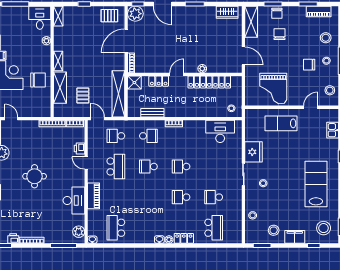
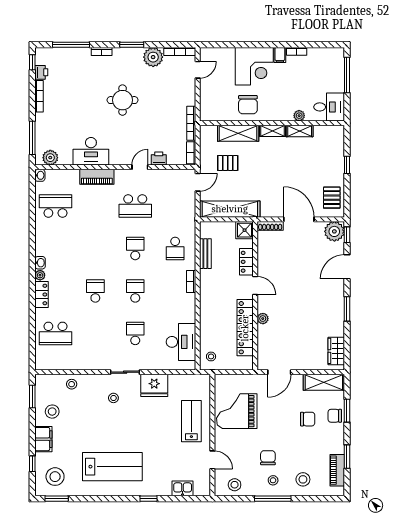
shelving: (58, 16) -> (300, 131), moved
school desk: (116, 136) -> (175, 206), removed
school desk: (214, 197) -> (135, 333), moved

